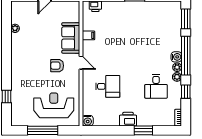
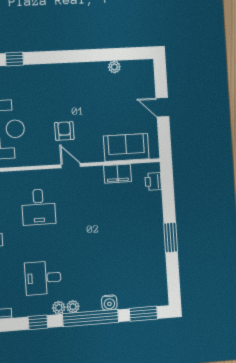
filing cabinet: (88, 35) -> (118, 174), width x2.00
sofa: (71, 38) -> (126, 147), moved
water cooler: (176, 57) -> (109, 303), moved
door: (81, 63) -> (71, 166), swing flipped

